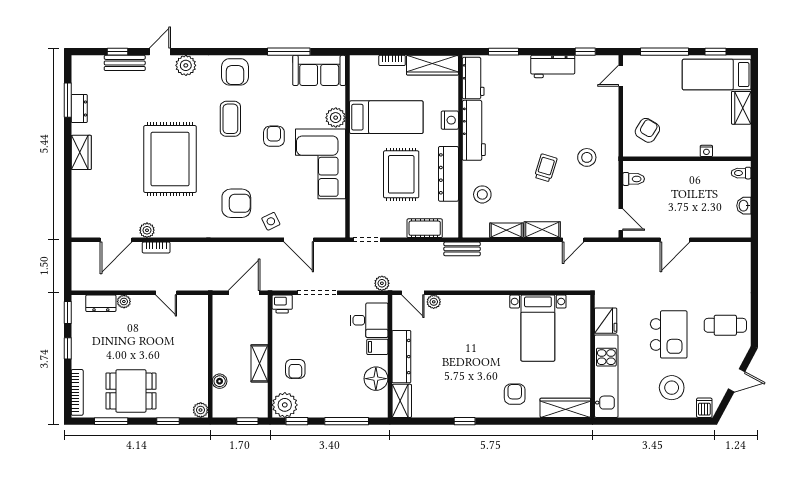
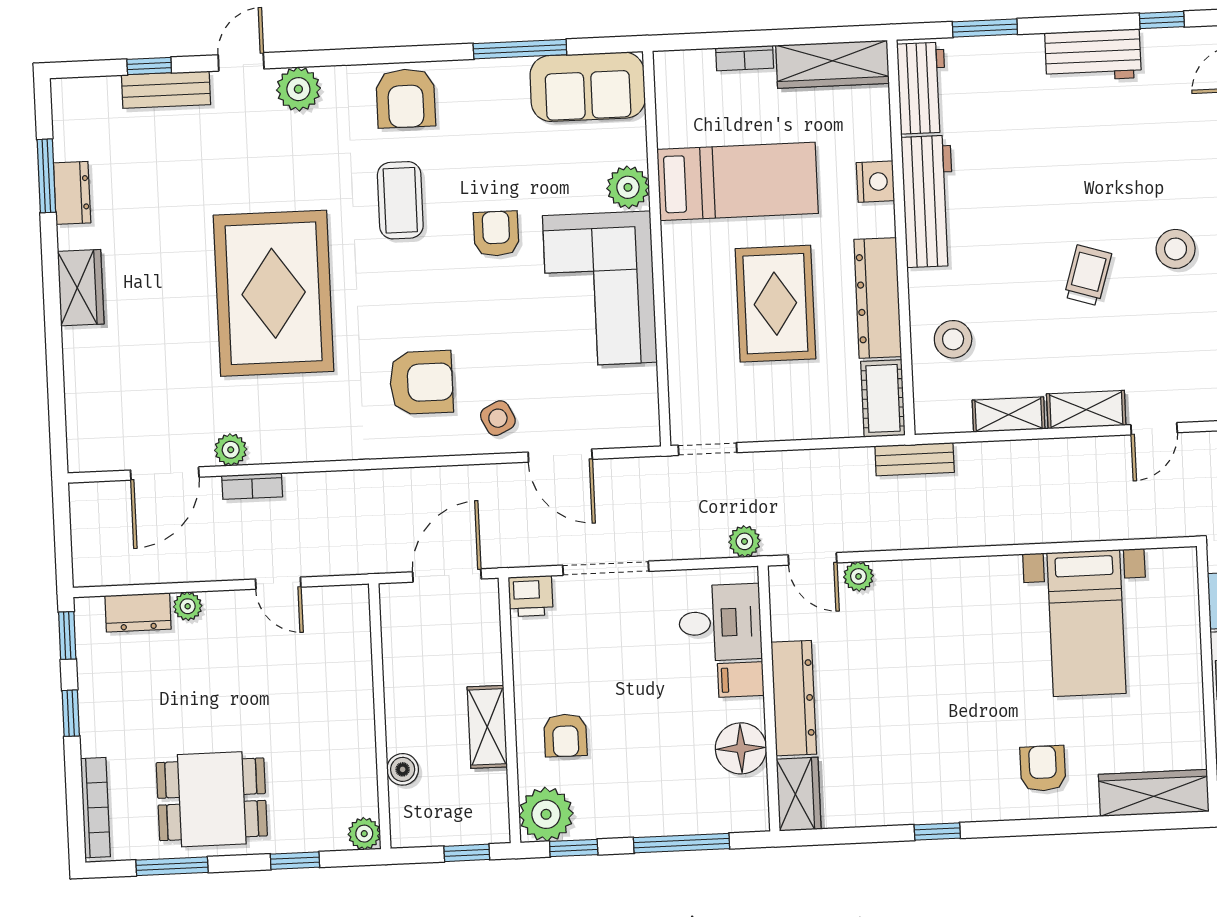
cot: (425, 228) -> (883, 398), moved, turned 90

